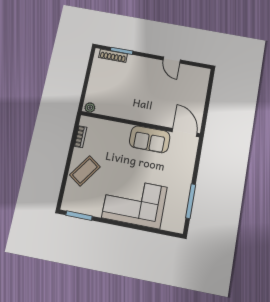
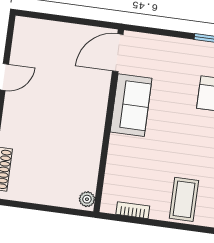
coffee table: (85, 171) -> (184, 199), turned 55

